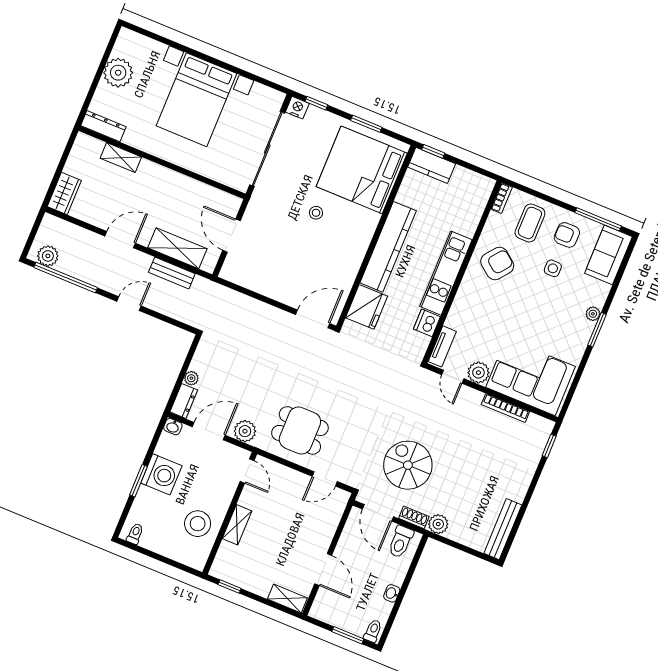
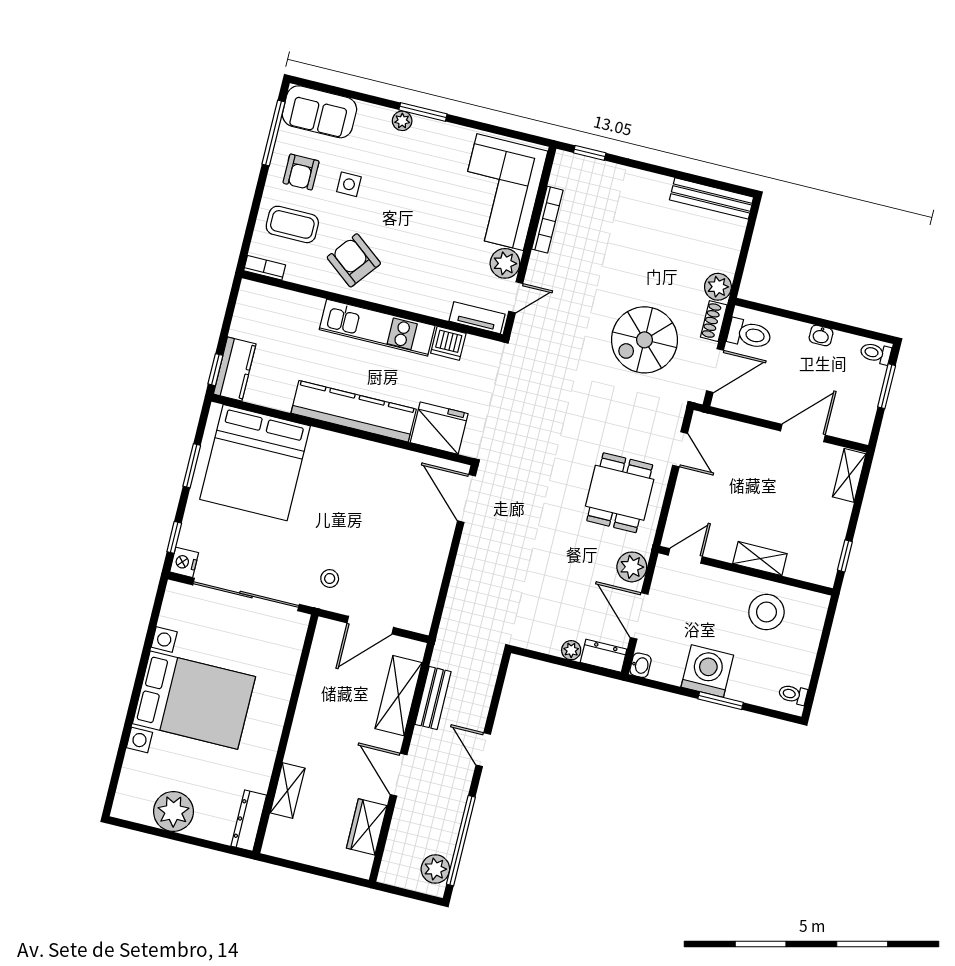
wardrobe: (64, 193) -> (367, 827), moved, turned -90
stool: (316, 213) -> (330, 578), moved

